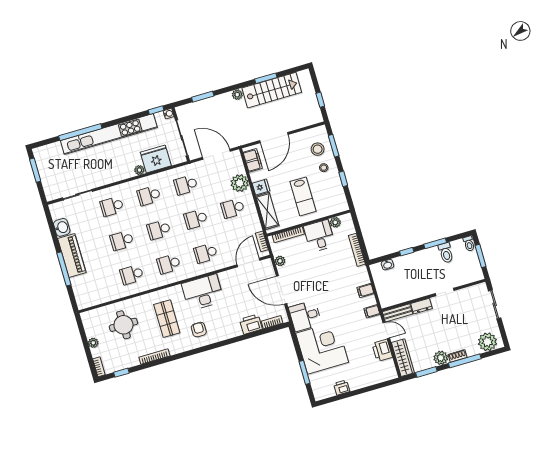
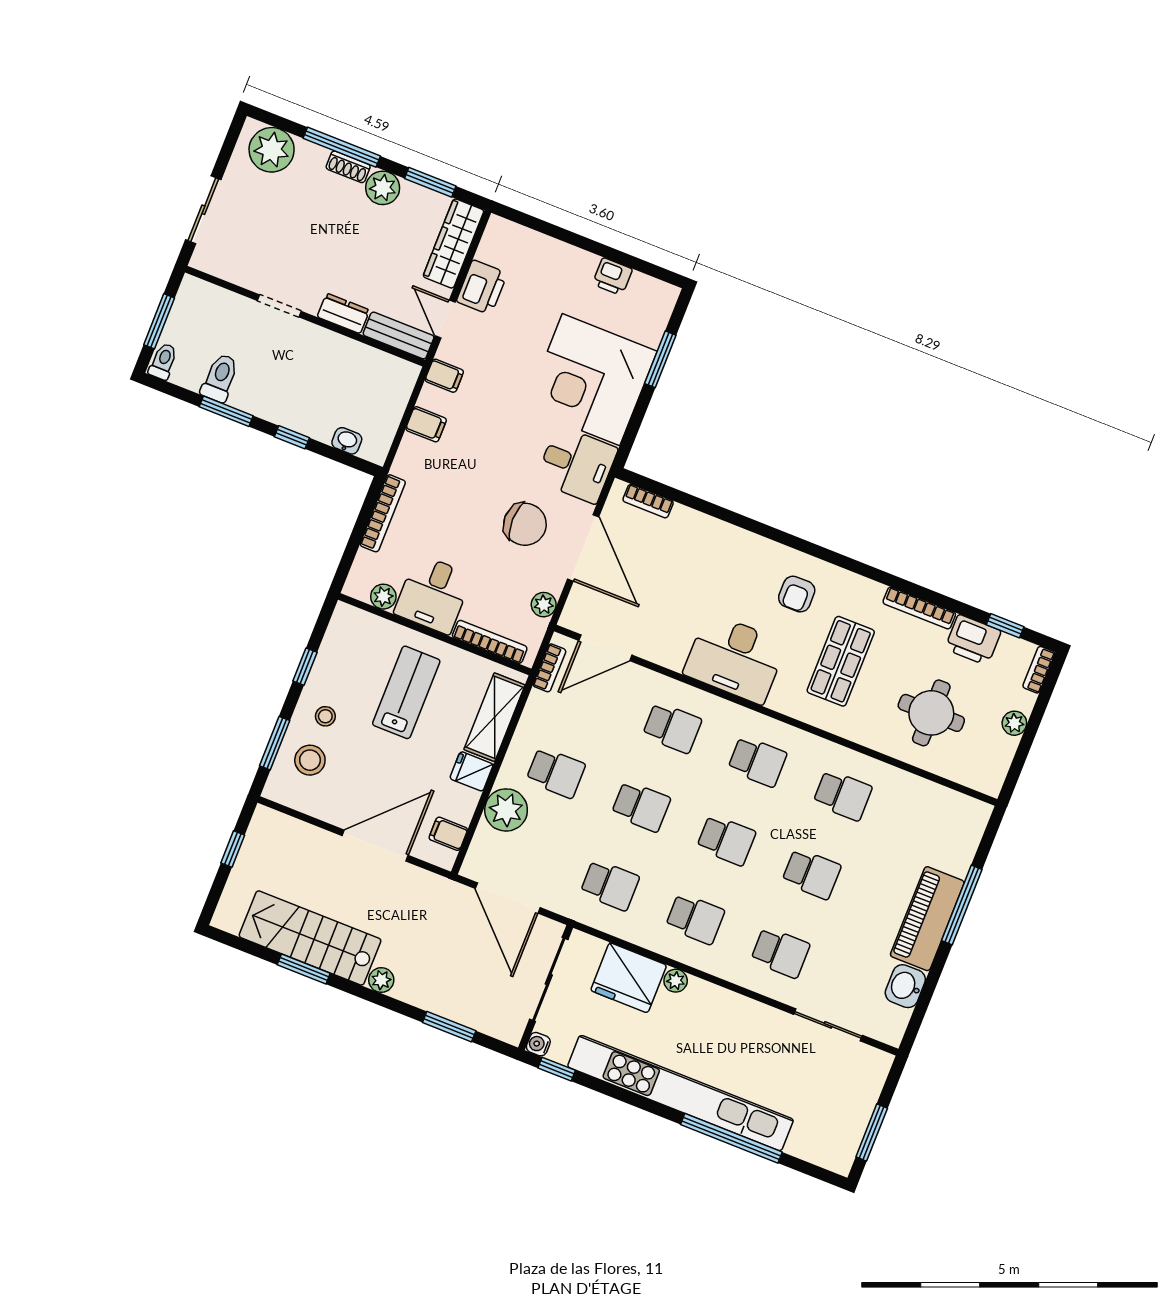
filing cabinet: (253, 160) -> (448, 834), width x0.50
chair: (307, 283) -> (525, 524), added
printer: (251, 324) -> (973, 640), moved

